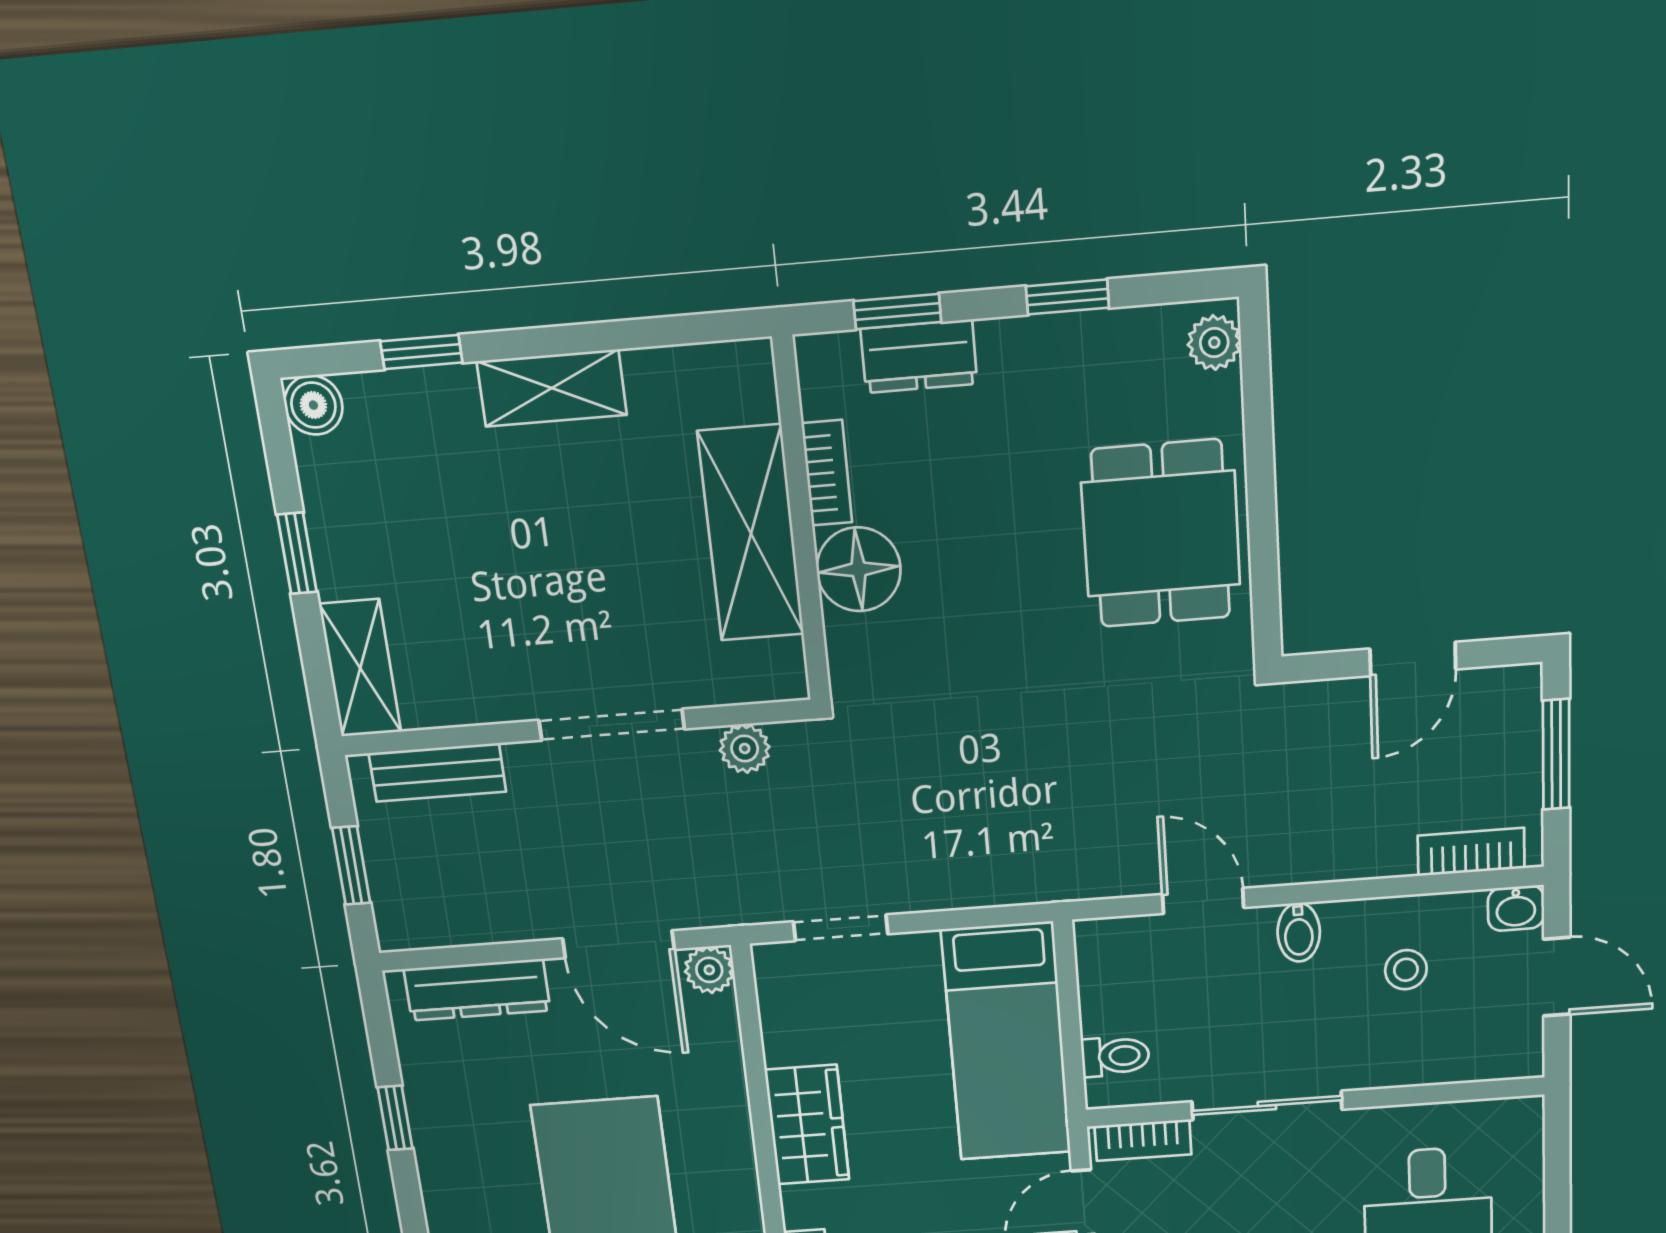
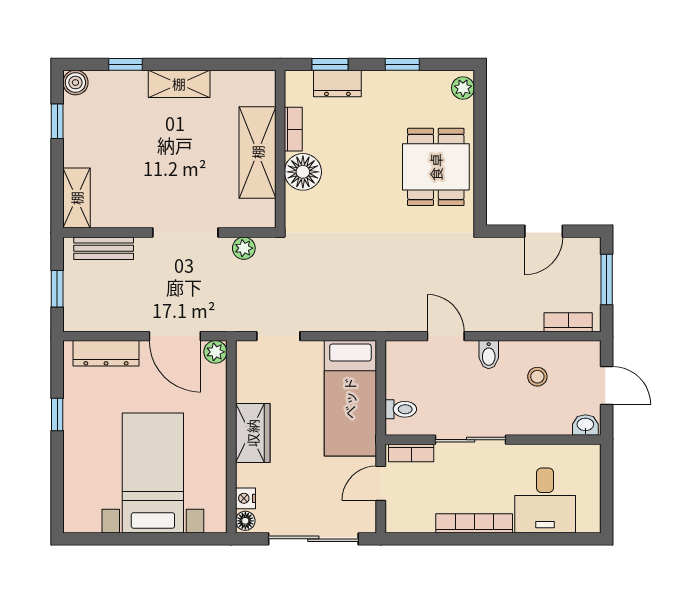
window: (297, 553) -> (57, 121), moved
washbasin: (1516, 908) -> (585, 425), moved, turned 180

